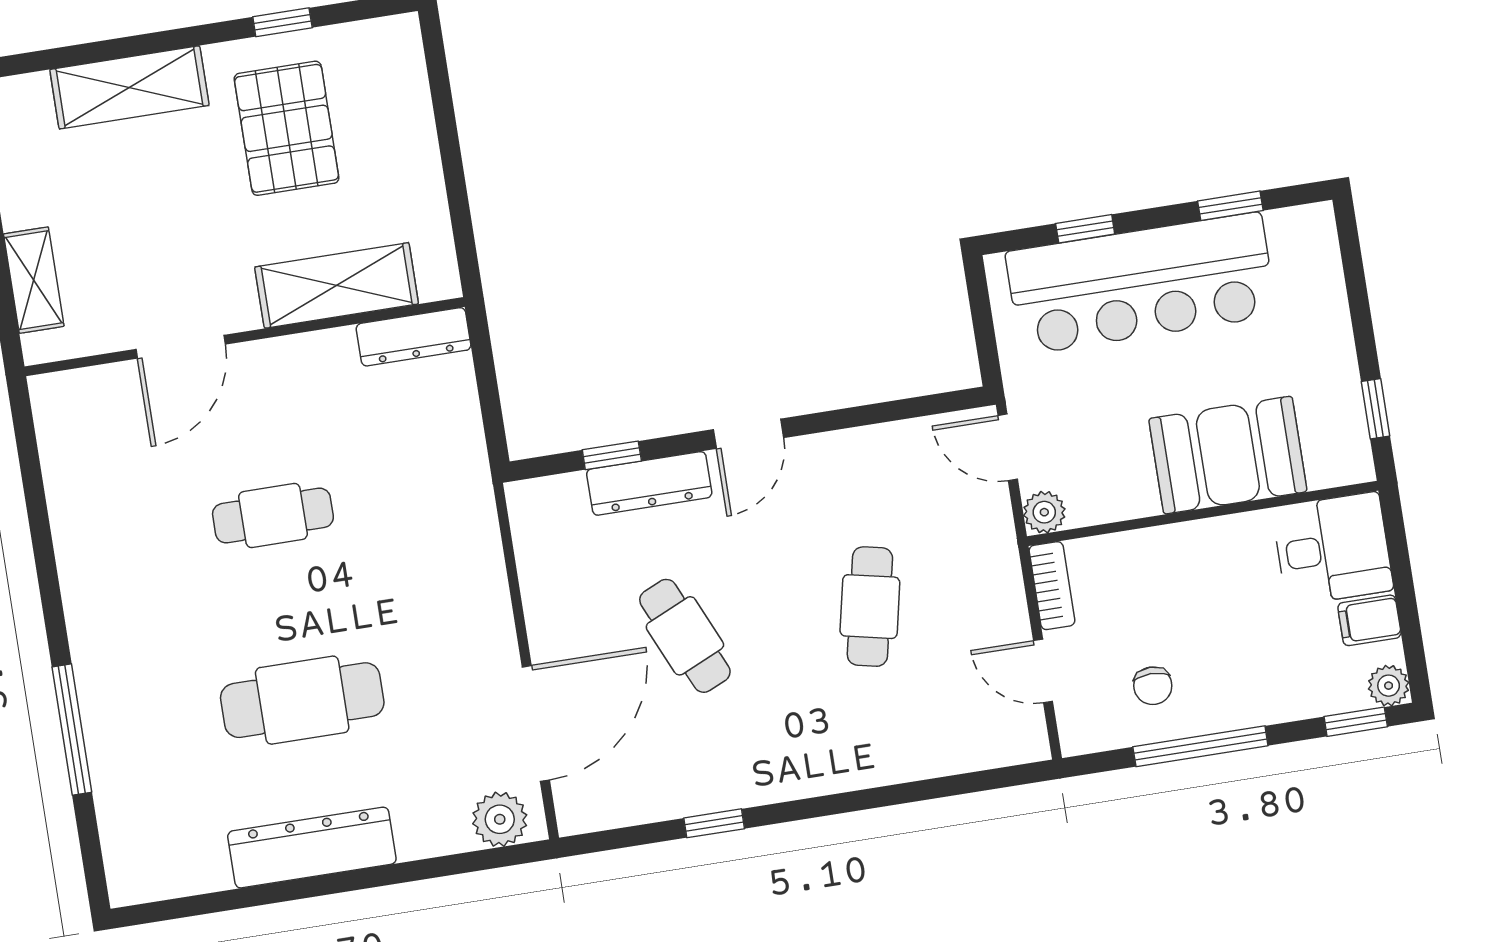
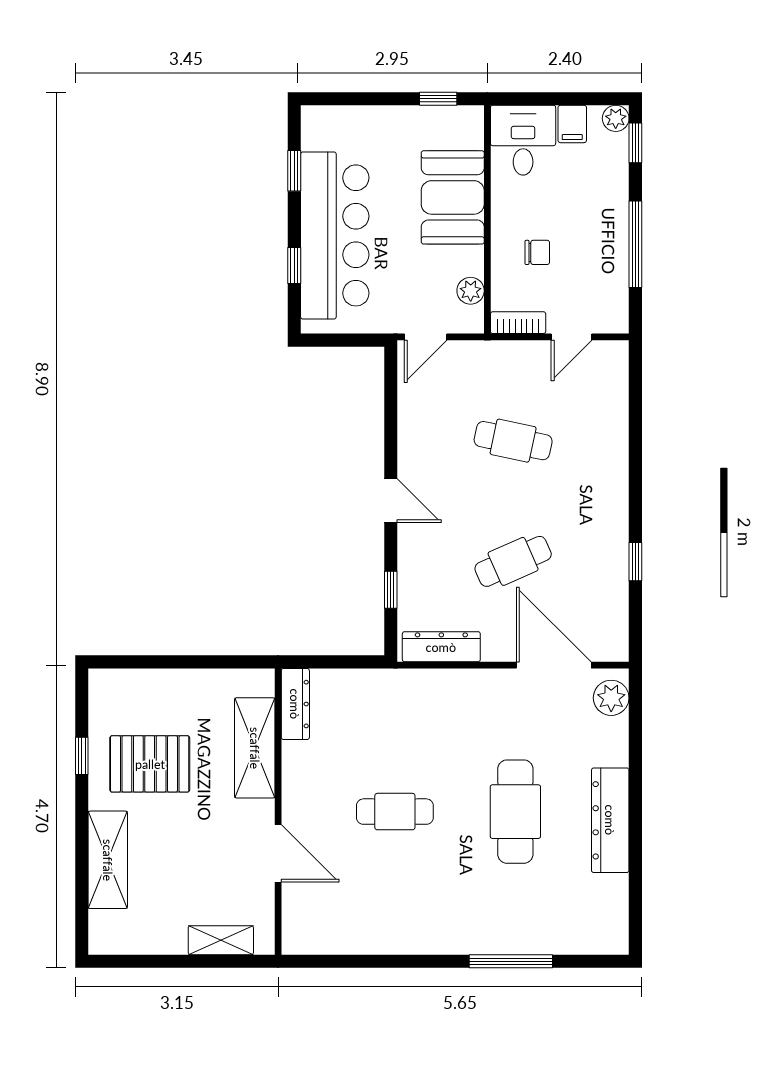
dresser: (649, 483) -> (441, 647), moved, turned -90
plant: (1044, 512) -> (471, 291), moved
cafe table: (273, 516) -> (395, 812), turned 90
chair: (1153, 686) -> (537, 252), moved

